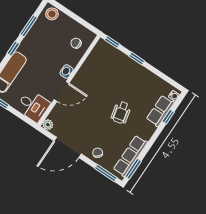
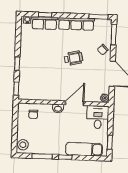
door: (62, 91) -> (75, 103), hinge flipped
wheelchair: (121, 112) -> (73, 58), moved
row of seats: (130, 156) -> (76, 24), moved

